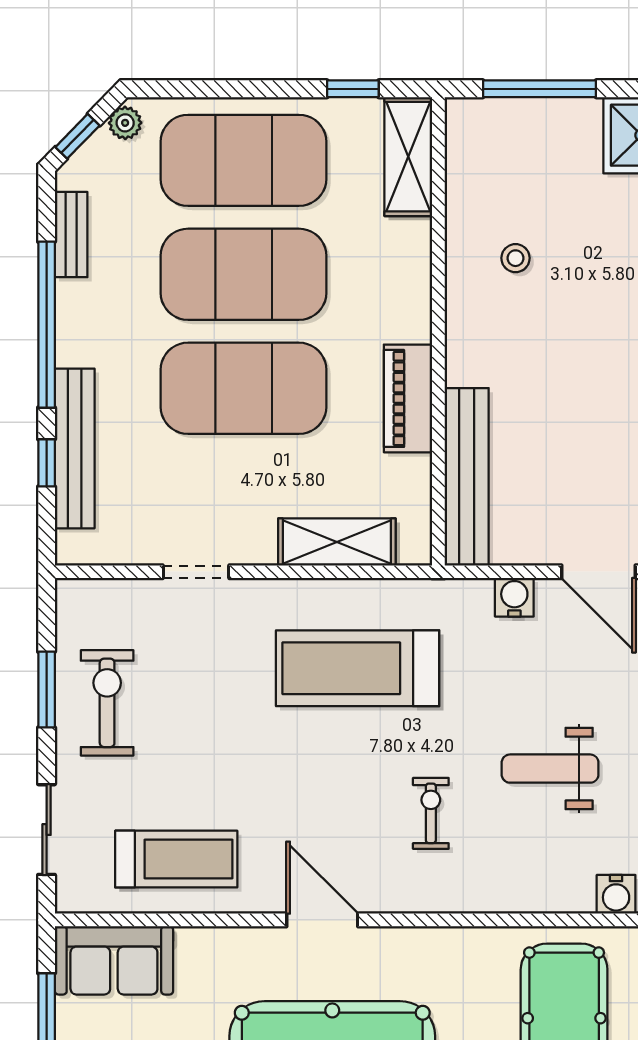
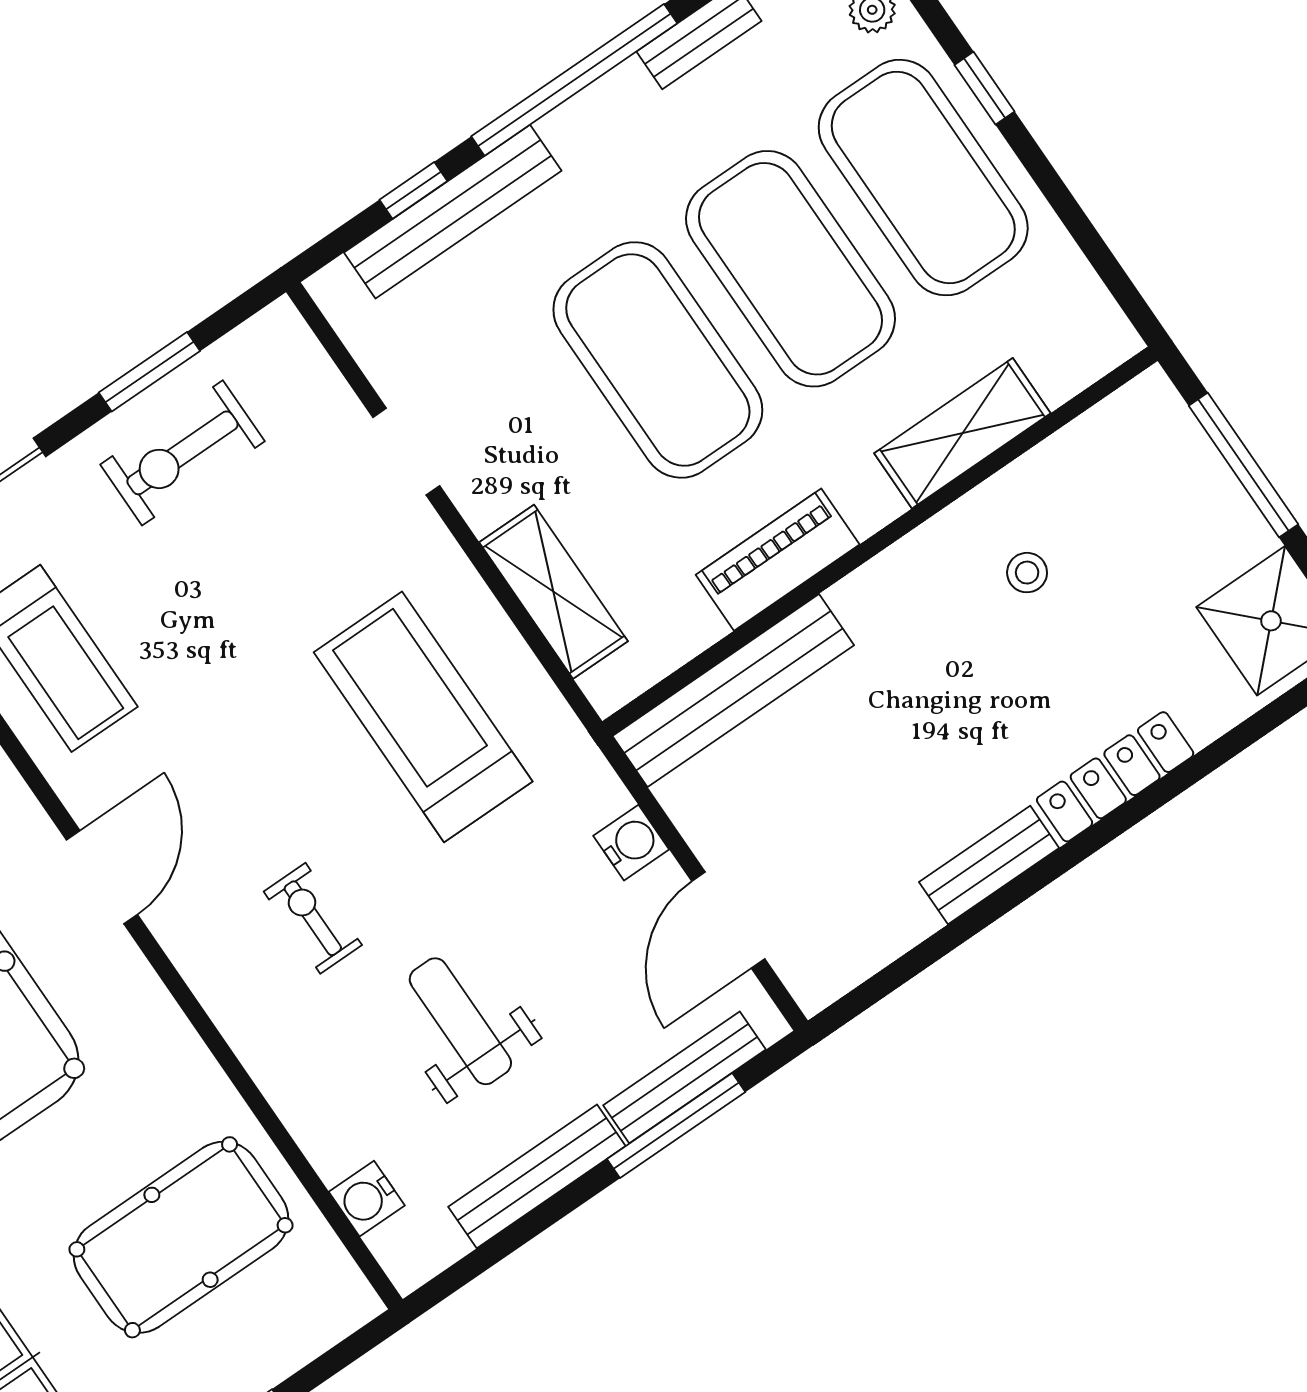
window: (353, 89) -> (984, 88), moved
shelving: (408, 157) -> (962, 433), moved
exercise bike: (107, 703) -> (182, 453), turned 180
exercise bike: (431, 813) -> (313, 918), turned -90

